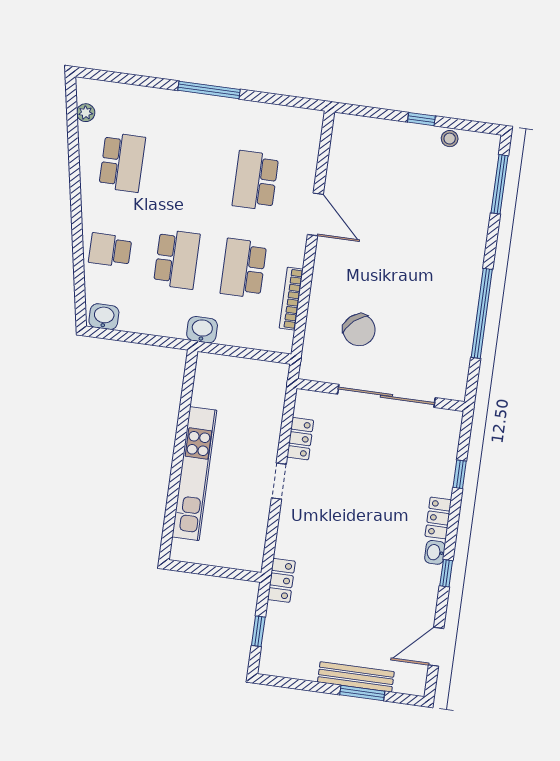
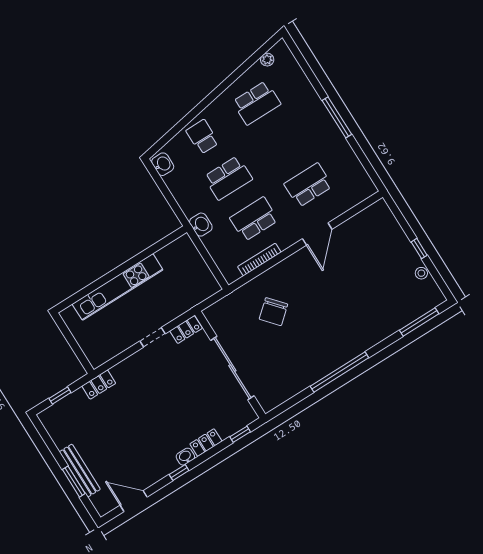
wall: (381, 395) -> (230, 365), moved
sliding door: (386, 396) -> (232, 368), moved

